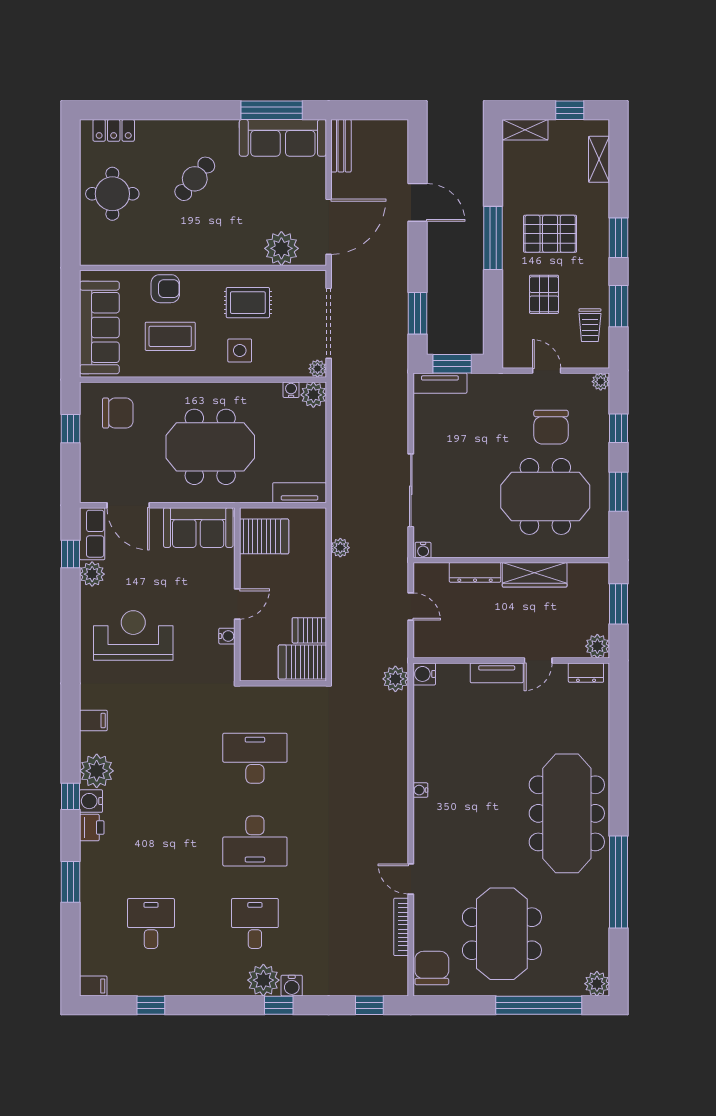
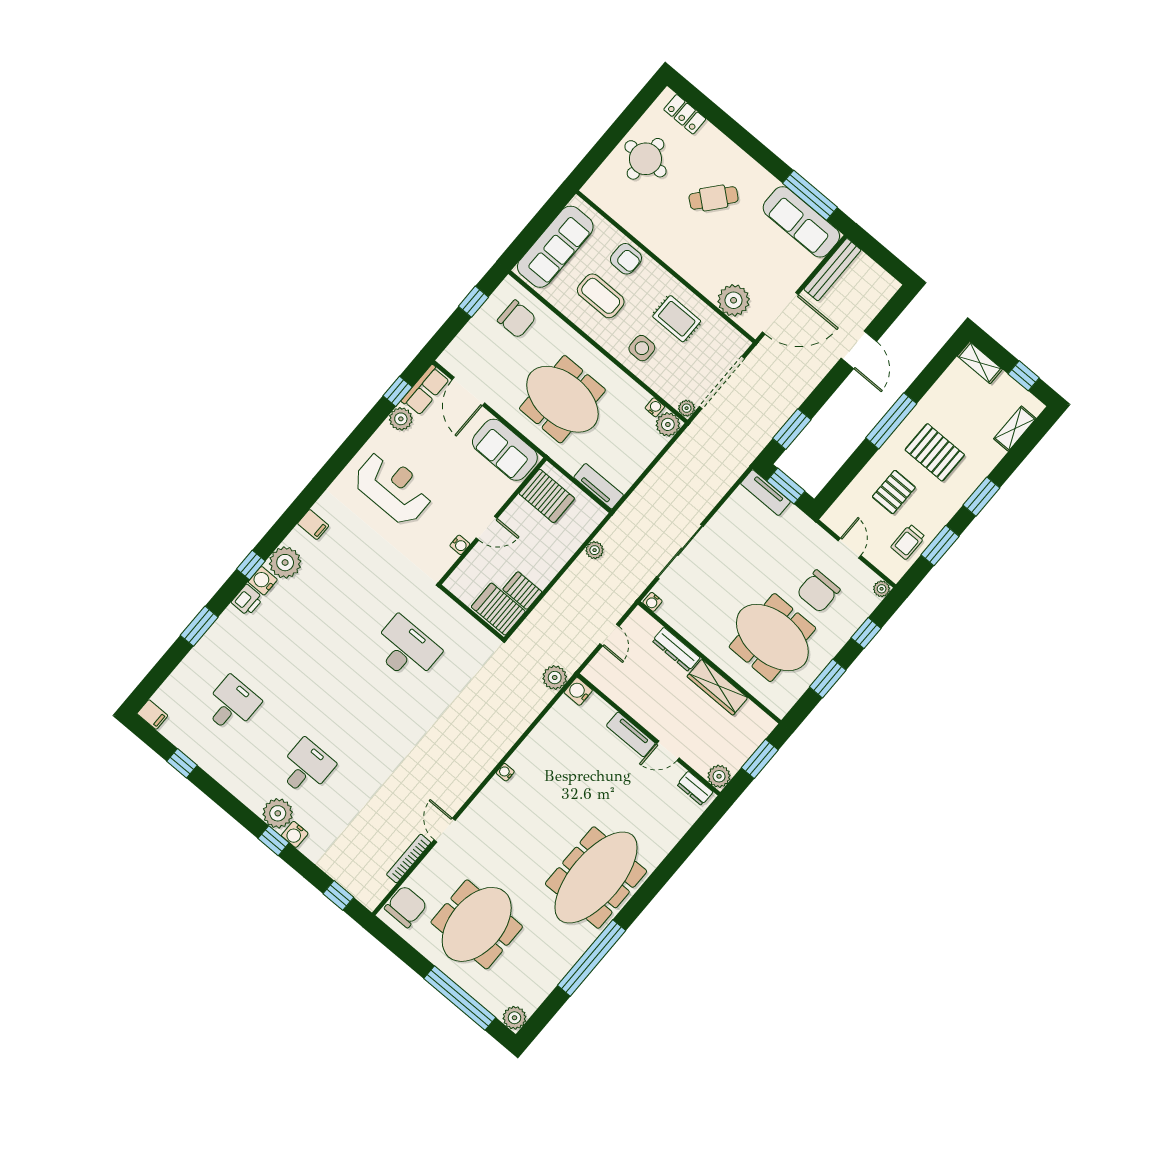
bench: (341, 146) -> (832, 270), width x1.36
desk: (255, 841) -> (356, 709), removed

